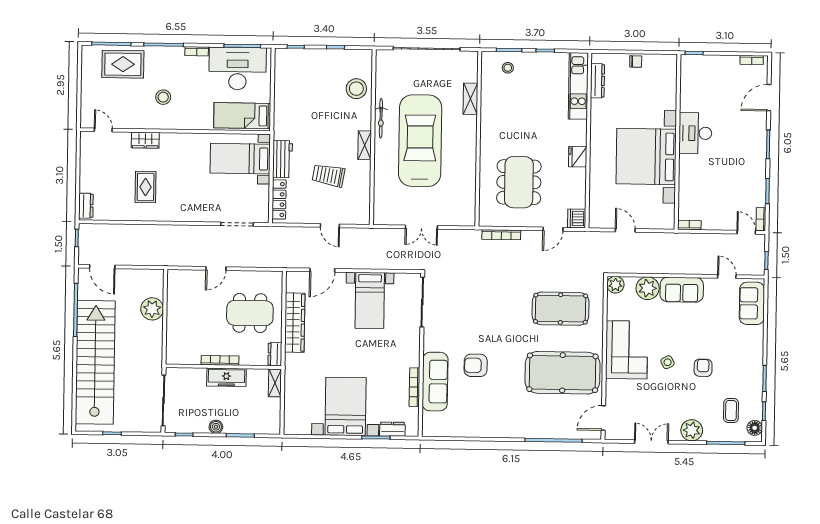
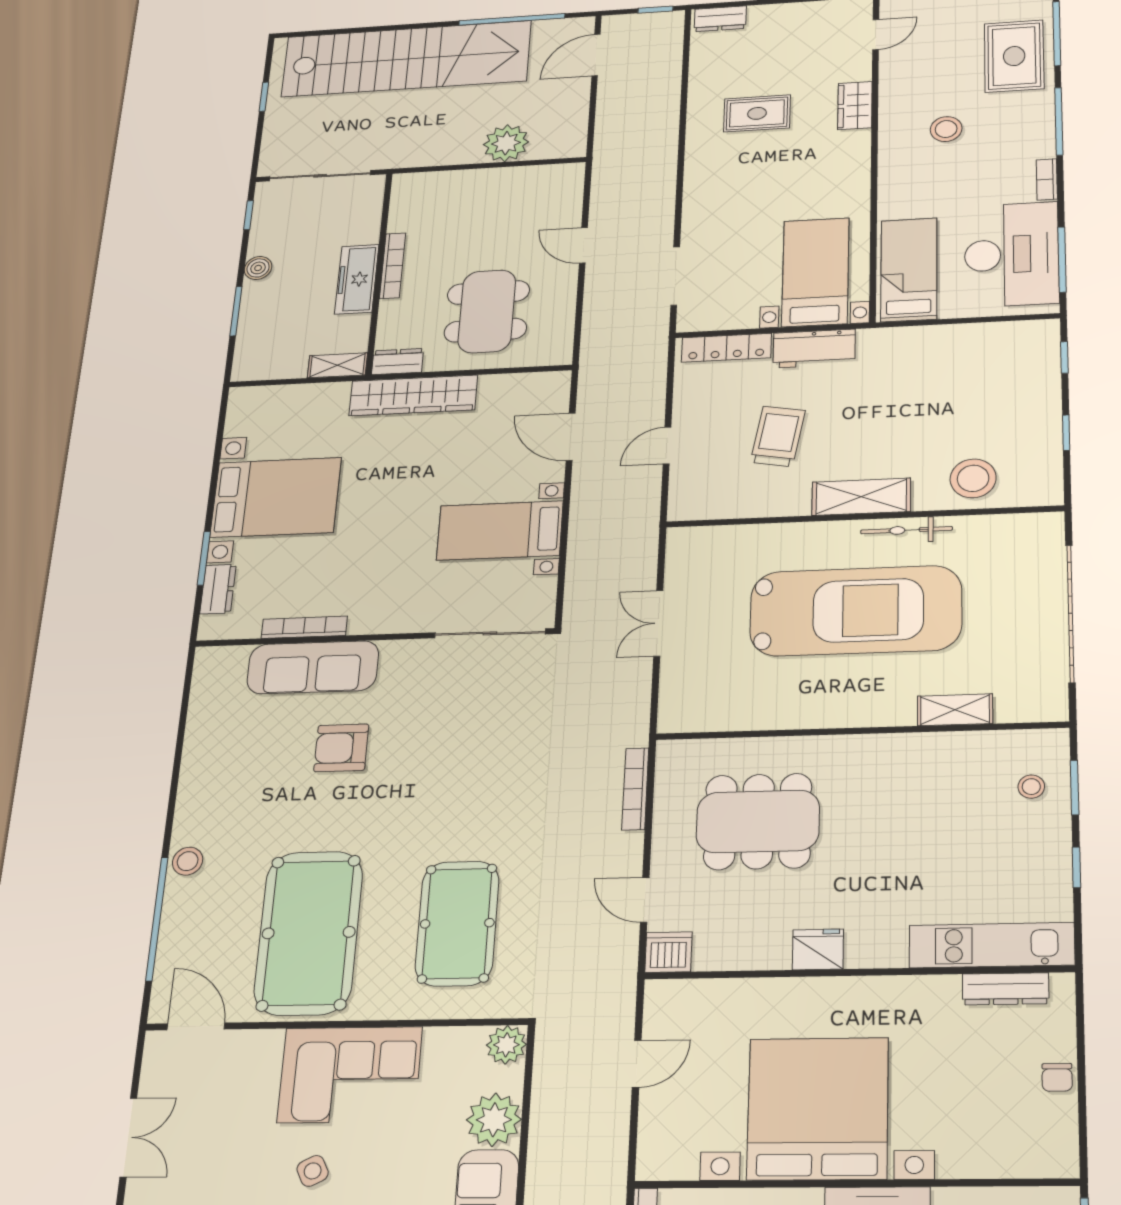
shelving: (365, 145) -> (861, 497), width x1.50, depth x1.33
wardrobe: (295, 323) -> (413, 395), moved
armchair: (476, 365) -> (341, 748), turned -90
stool: (527, 429) -> (188, 861), added

